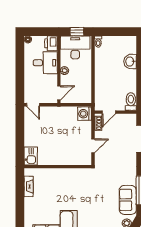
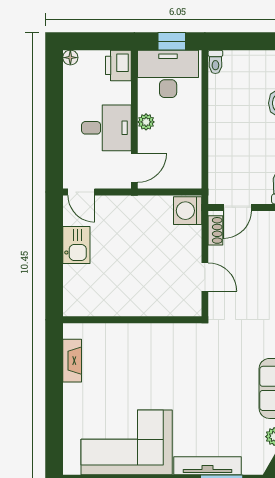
desk: (45, 63) -> (106, 128), moved
door: (93, 146) -> (205, 277), hinge flipped
kitchen sink: (31, 156) -> (76, 245), moved

